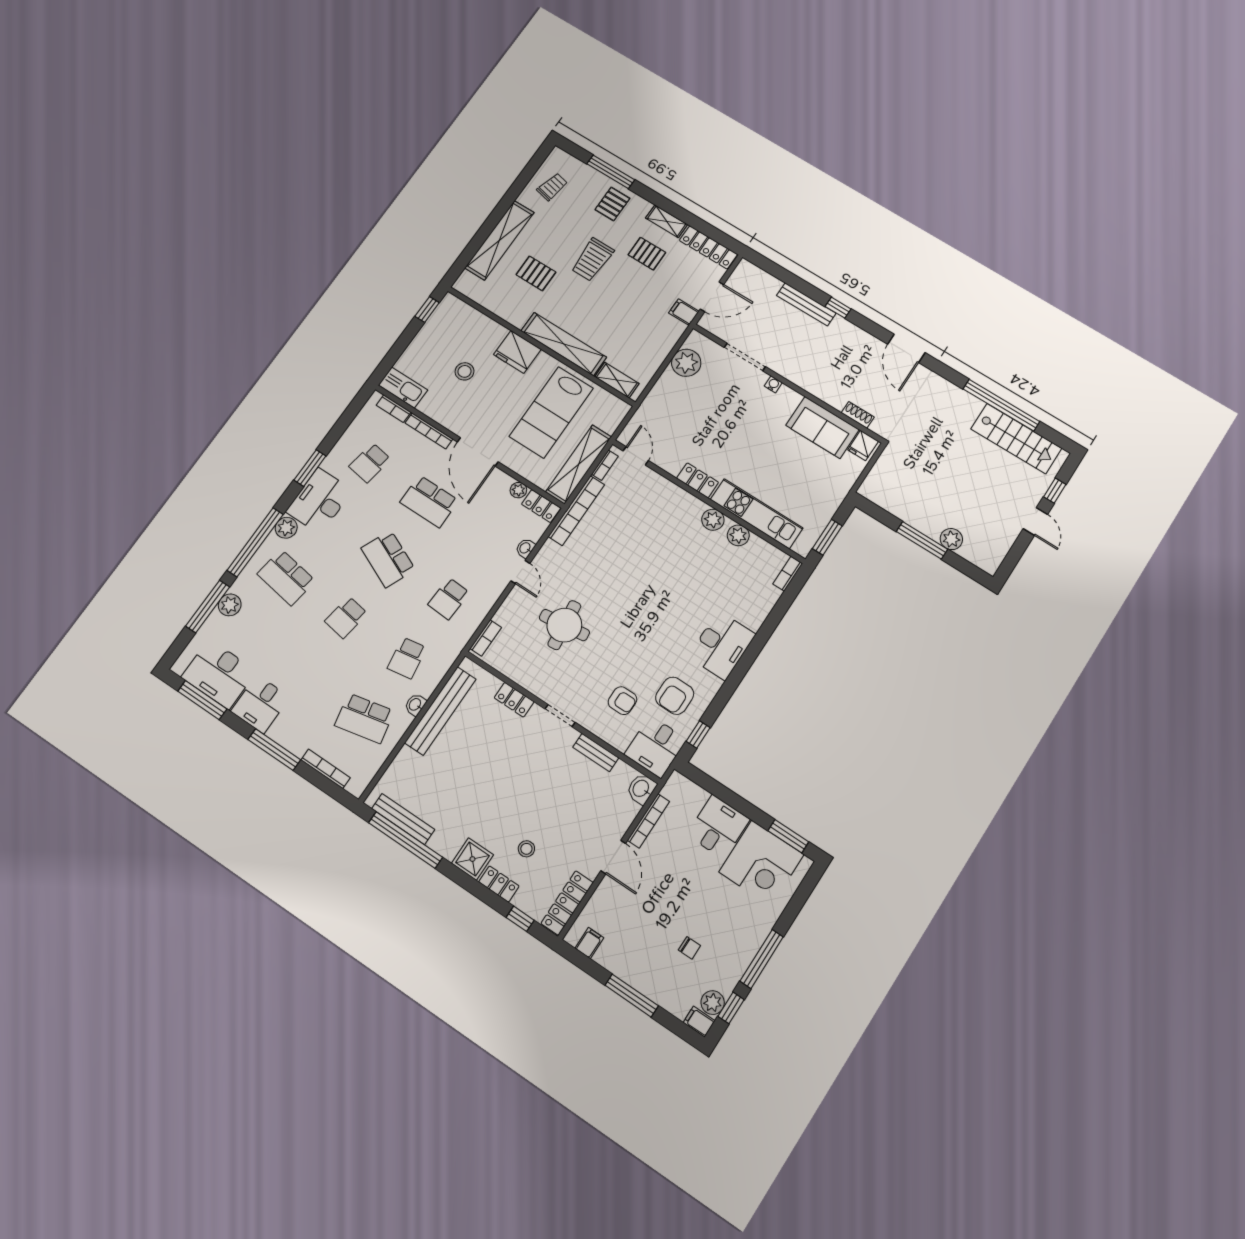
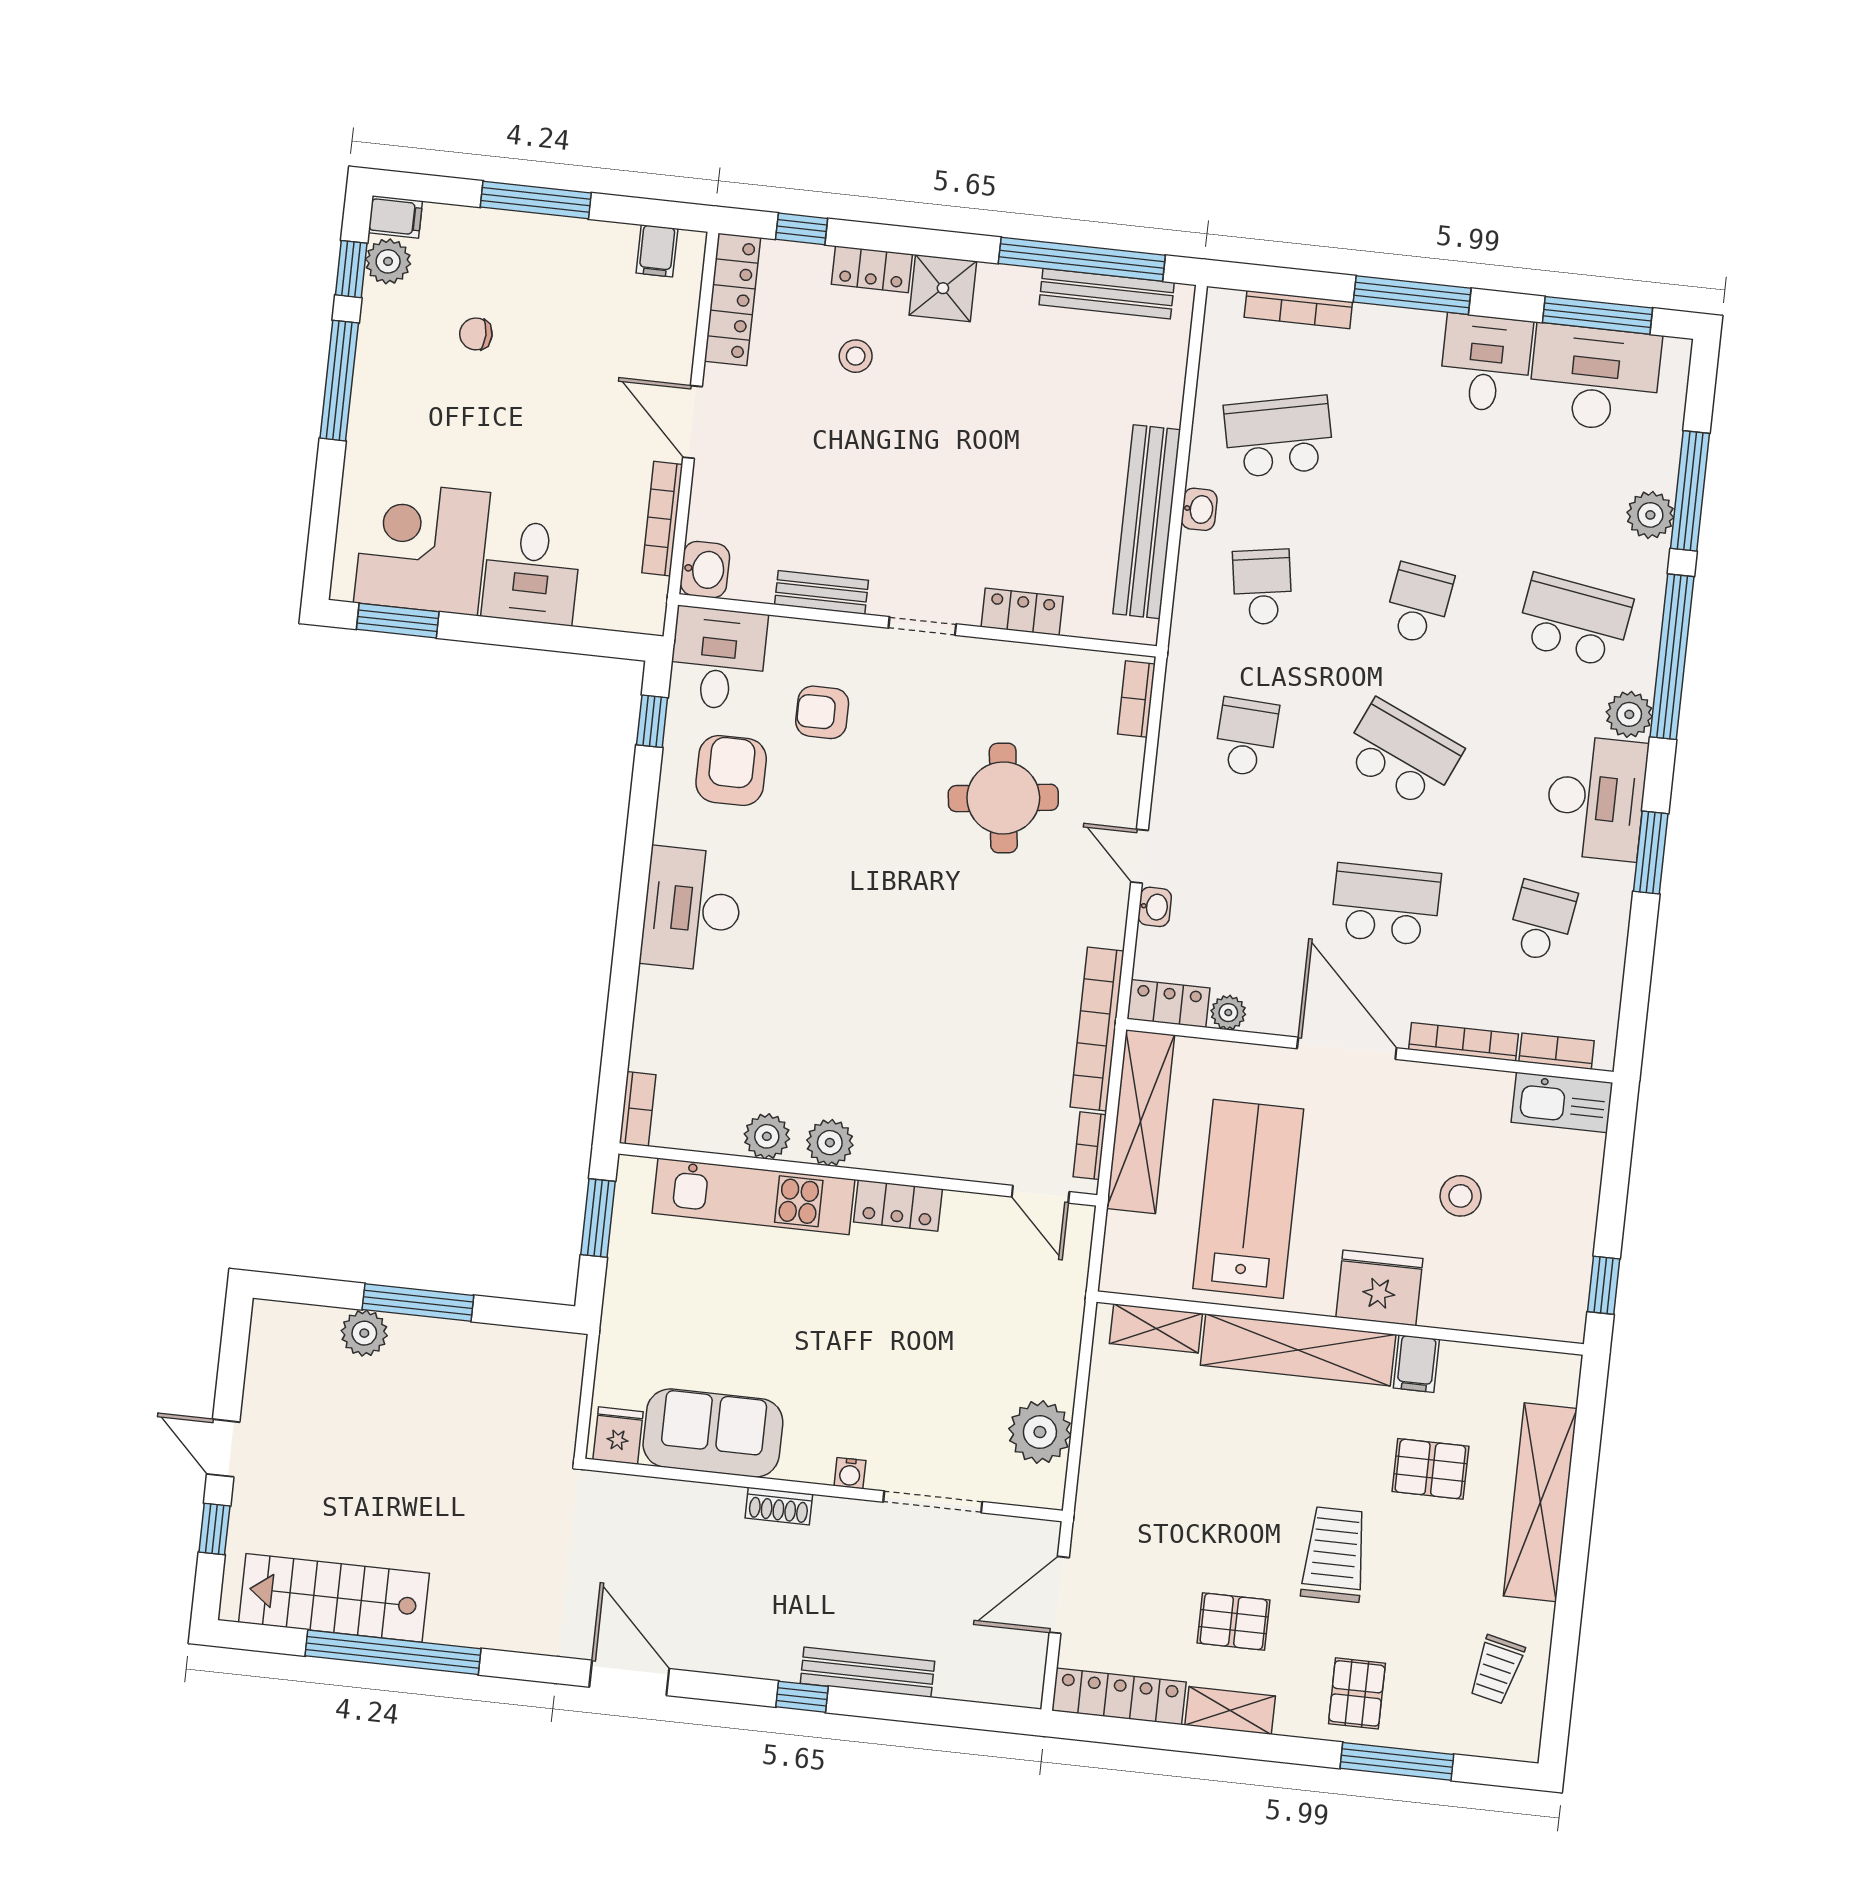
filing cabinet: (684, 312) -> (1416, 1364), moved, turned 90
shoe rack: (858, 415) -> (779, 1506), moved

